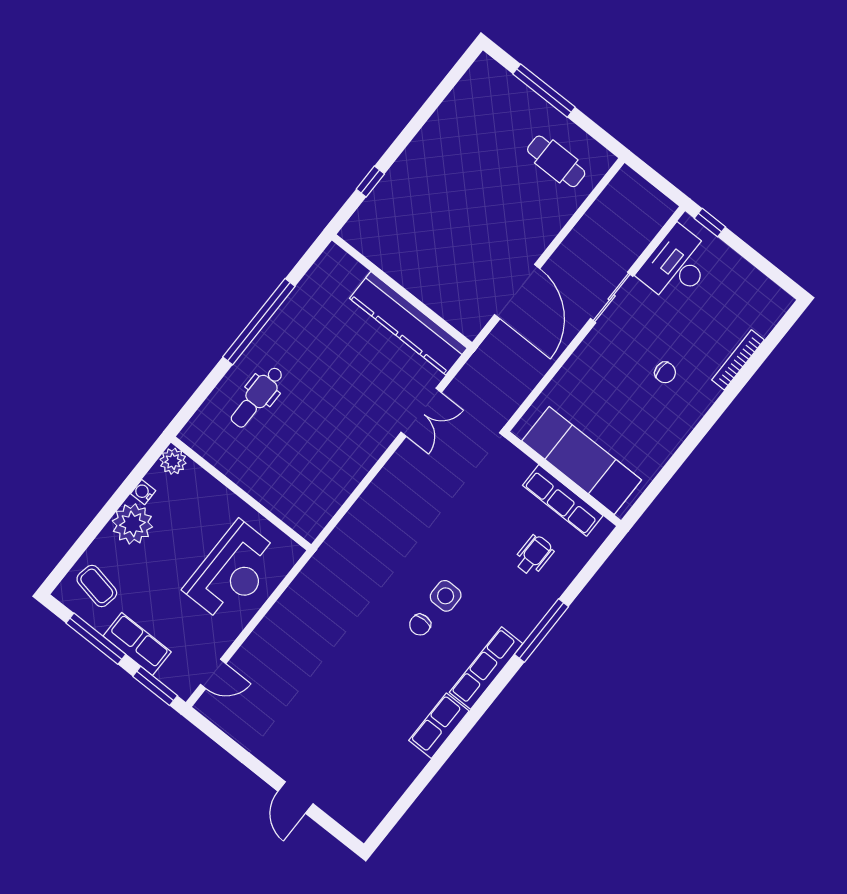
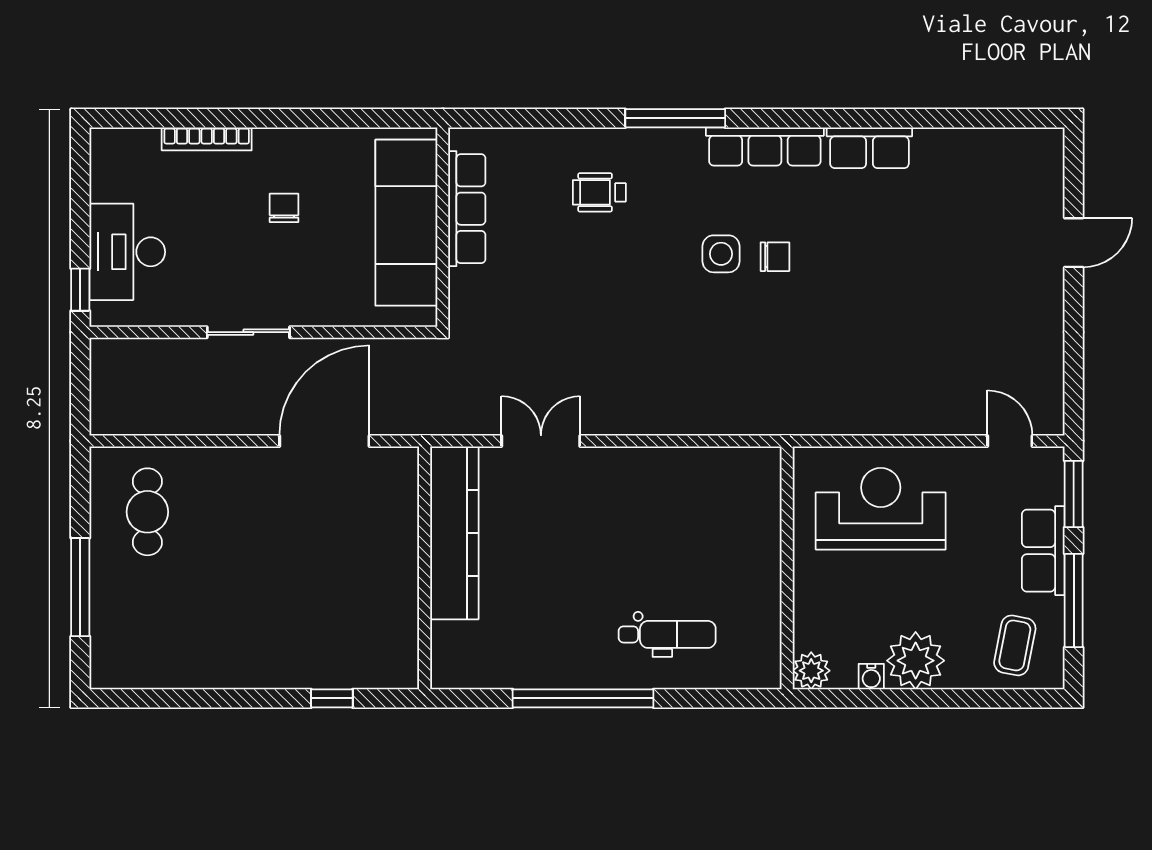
desk: (677, 265) -> (127, 252), moved, turned 90
exam couch: (582, 460) -> (406, 223), moved
wall: (563, 479) -> (443, 227), moved
row of seats: (563, 500) -> (467, 209), moved

